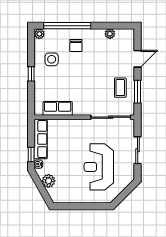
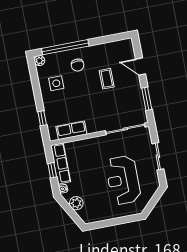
plant: (110, 34) -> (109, 47), removed
door: (138, 59) -> (141, 66), swing flipped
window: (31, 74) -> (42, 118), moved
coffee table: (120, 88) -> (107, 79), moved
window: (31, 154) -> (52, 170), moved

